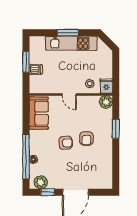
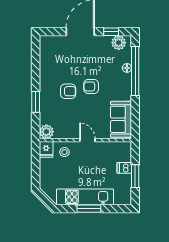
armchair: (86, 138) -> (68, 91), turned 90

